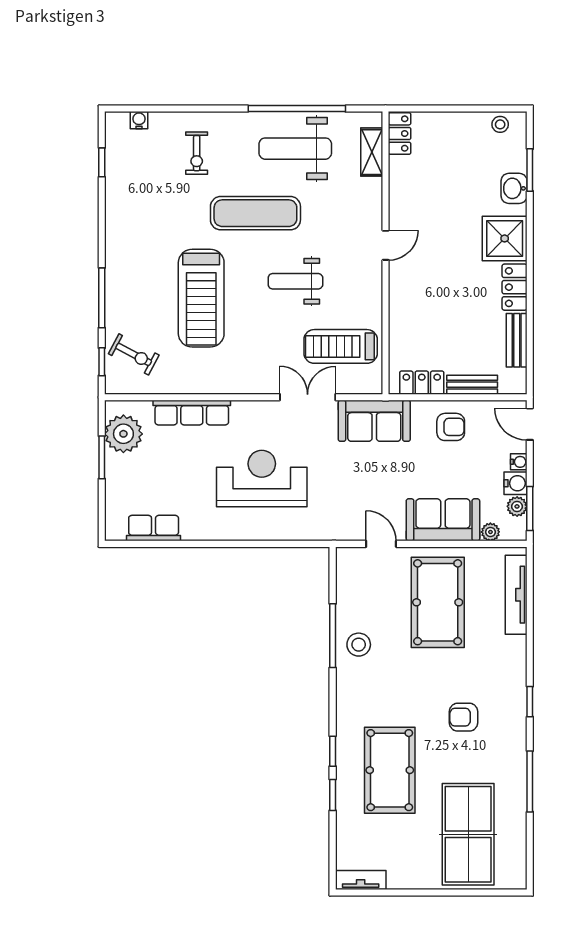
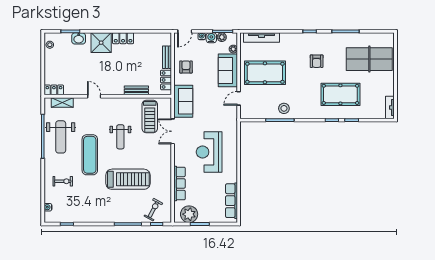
door: (386, 245) -> (94, 96), moved
bench: (517, 340) -> (136, 90), moved
row of seats: (154, 528) -> (232, 201), width x1.48

